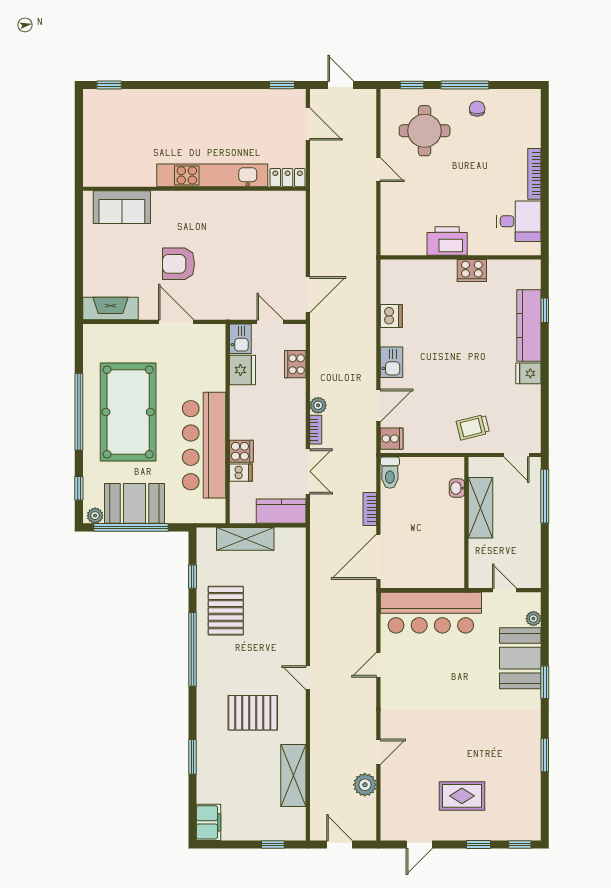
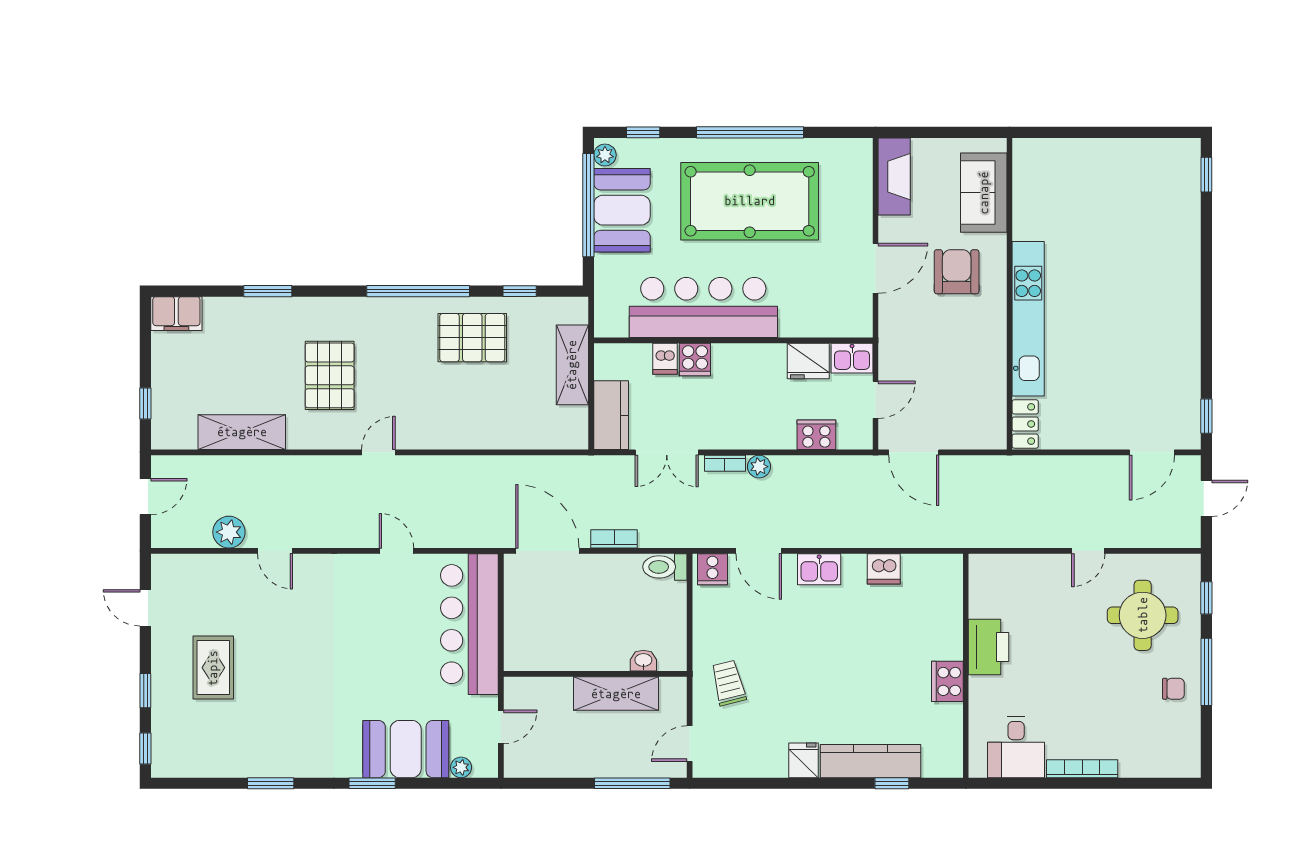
kitchen unit: (212, 175) -> (1028, 319), moved
locker: (288, 178) -> (1025, 424), moved
wall: (194, 189) -> (1009, 294), moved
sofa: (122, 207) -> (984, 193), moved

